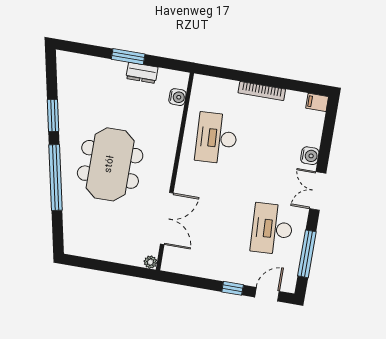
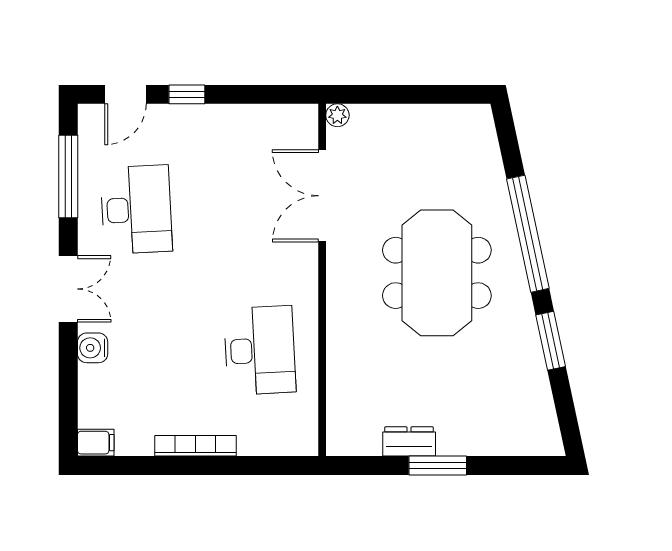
water cooler: (177, 97) -> (340, 410), removed

